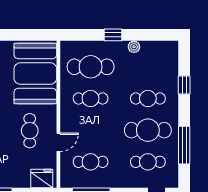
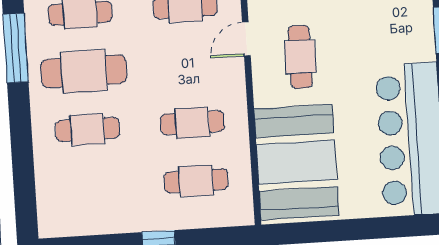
plant: (134, 47) -> (119, 222), removed
cafe table: (91, 67) -> (196, 181), width x0.73, depth x0.74
window: (184, 85) -> (23, 158), removed

